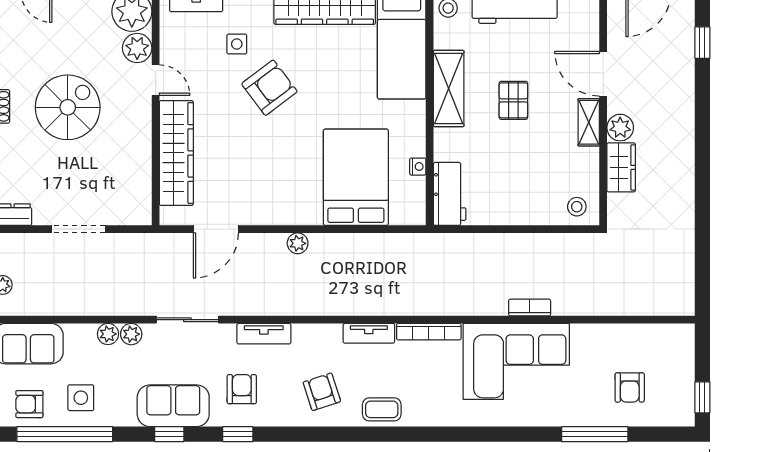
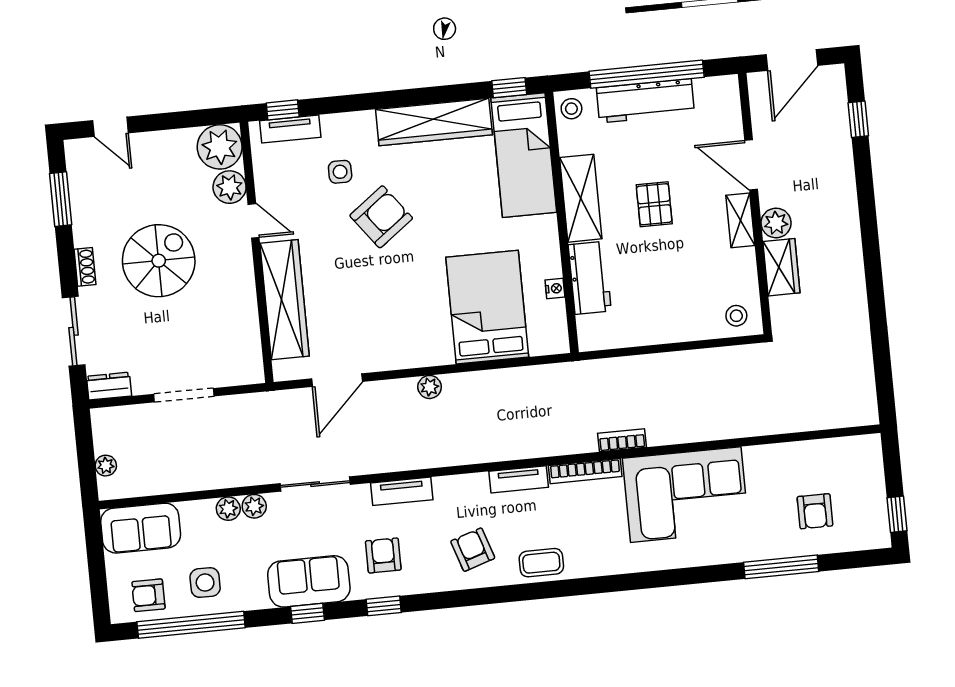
workbench: (450, 194) -> (590, 278), moved
bookcase: (530, 308) -> (622, 440), moved

